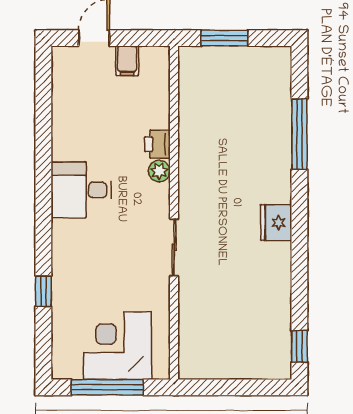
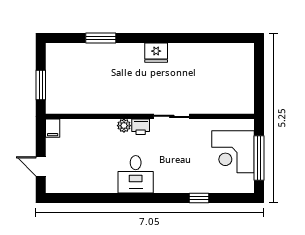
filing cabinet: (127, 61) -> (53, 128), moved, turned 90
window: (299, 134) -> (101, 38), width x0.69
printer: (157, 144) -> (141, 127), moved
window: (299, 346) -> (233, 38), removed

